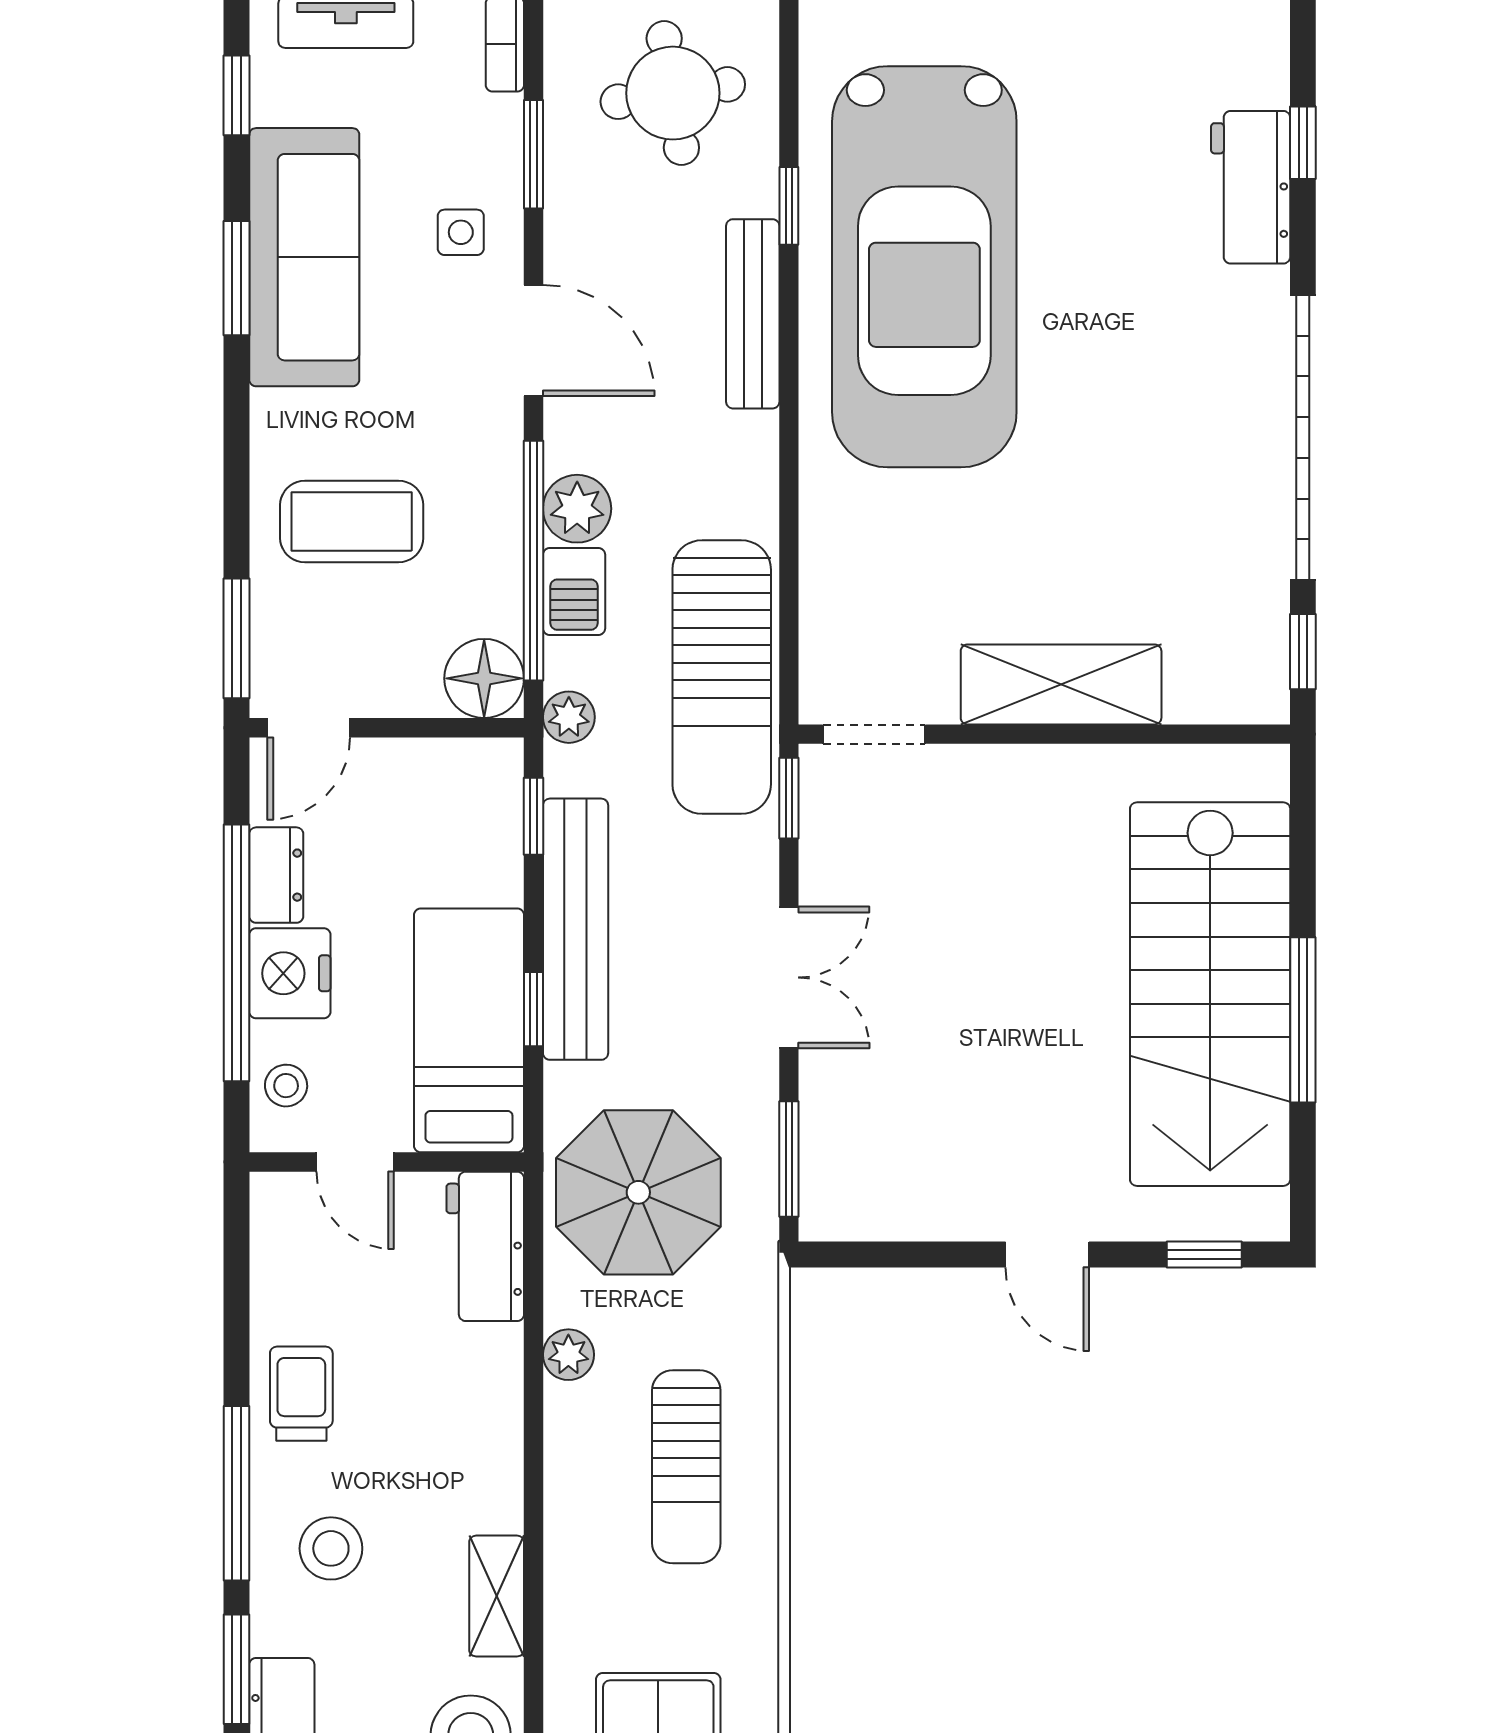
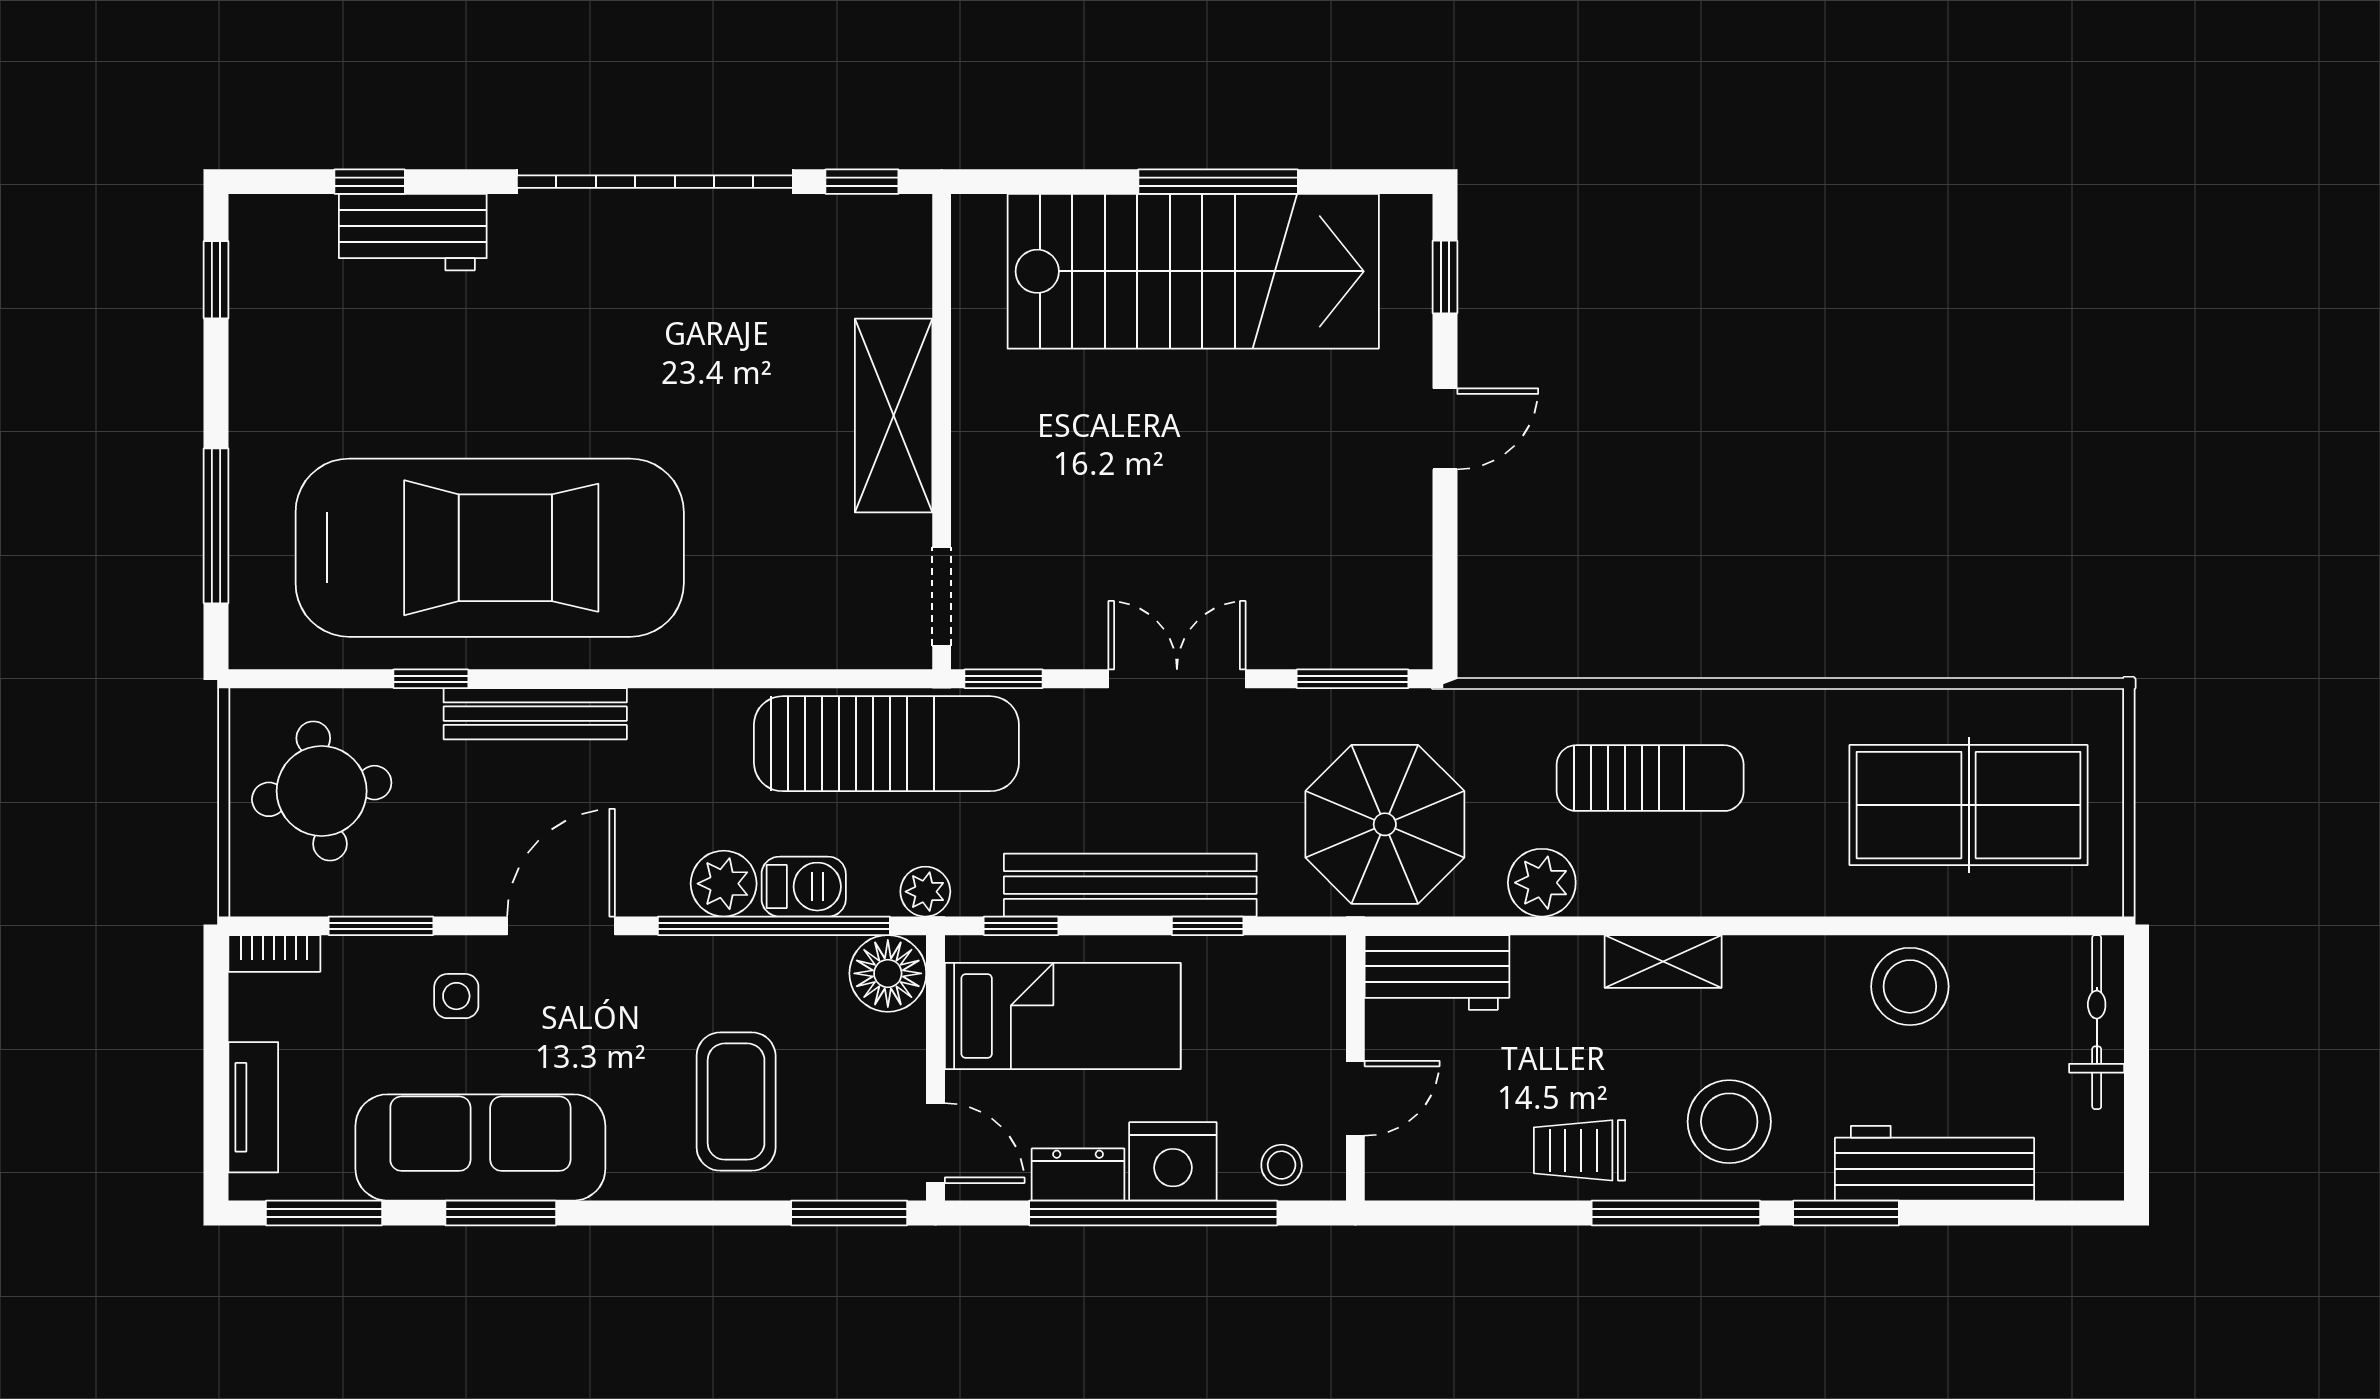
window: (237, 95) -> (324, 1213), width x1.50
bed: (469, 1030) -> (1063, 1016), moved, turned 180
plant: (568, 1355) -> (1542, 883), width x1.38, depth x1.38
stool: (331, 1548) -> (1729, 1122), width x1.38, depth x1.38
shelving: (497, 1596) -> (1663, 961), moved

